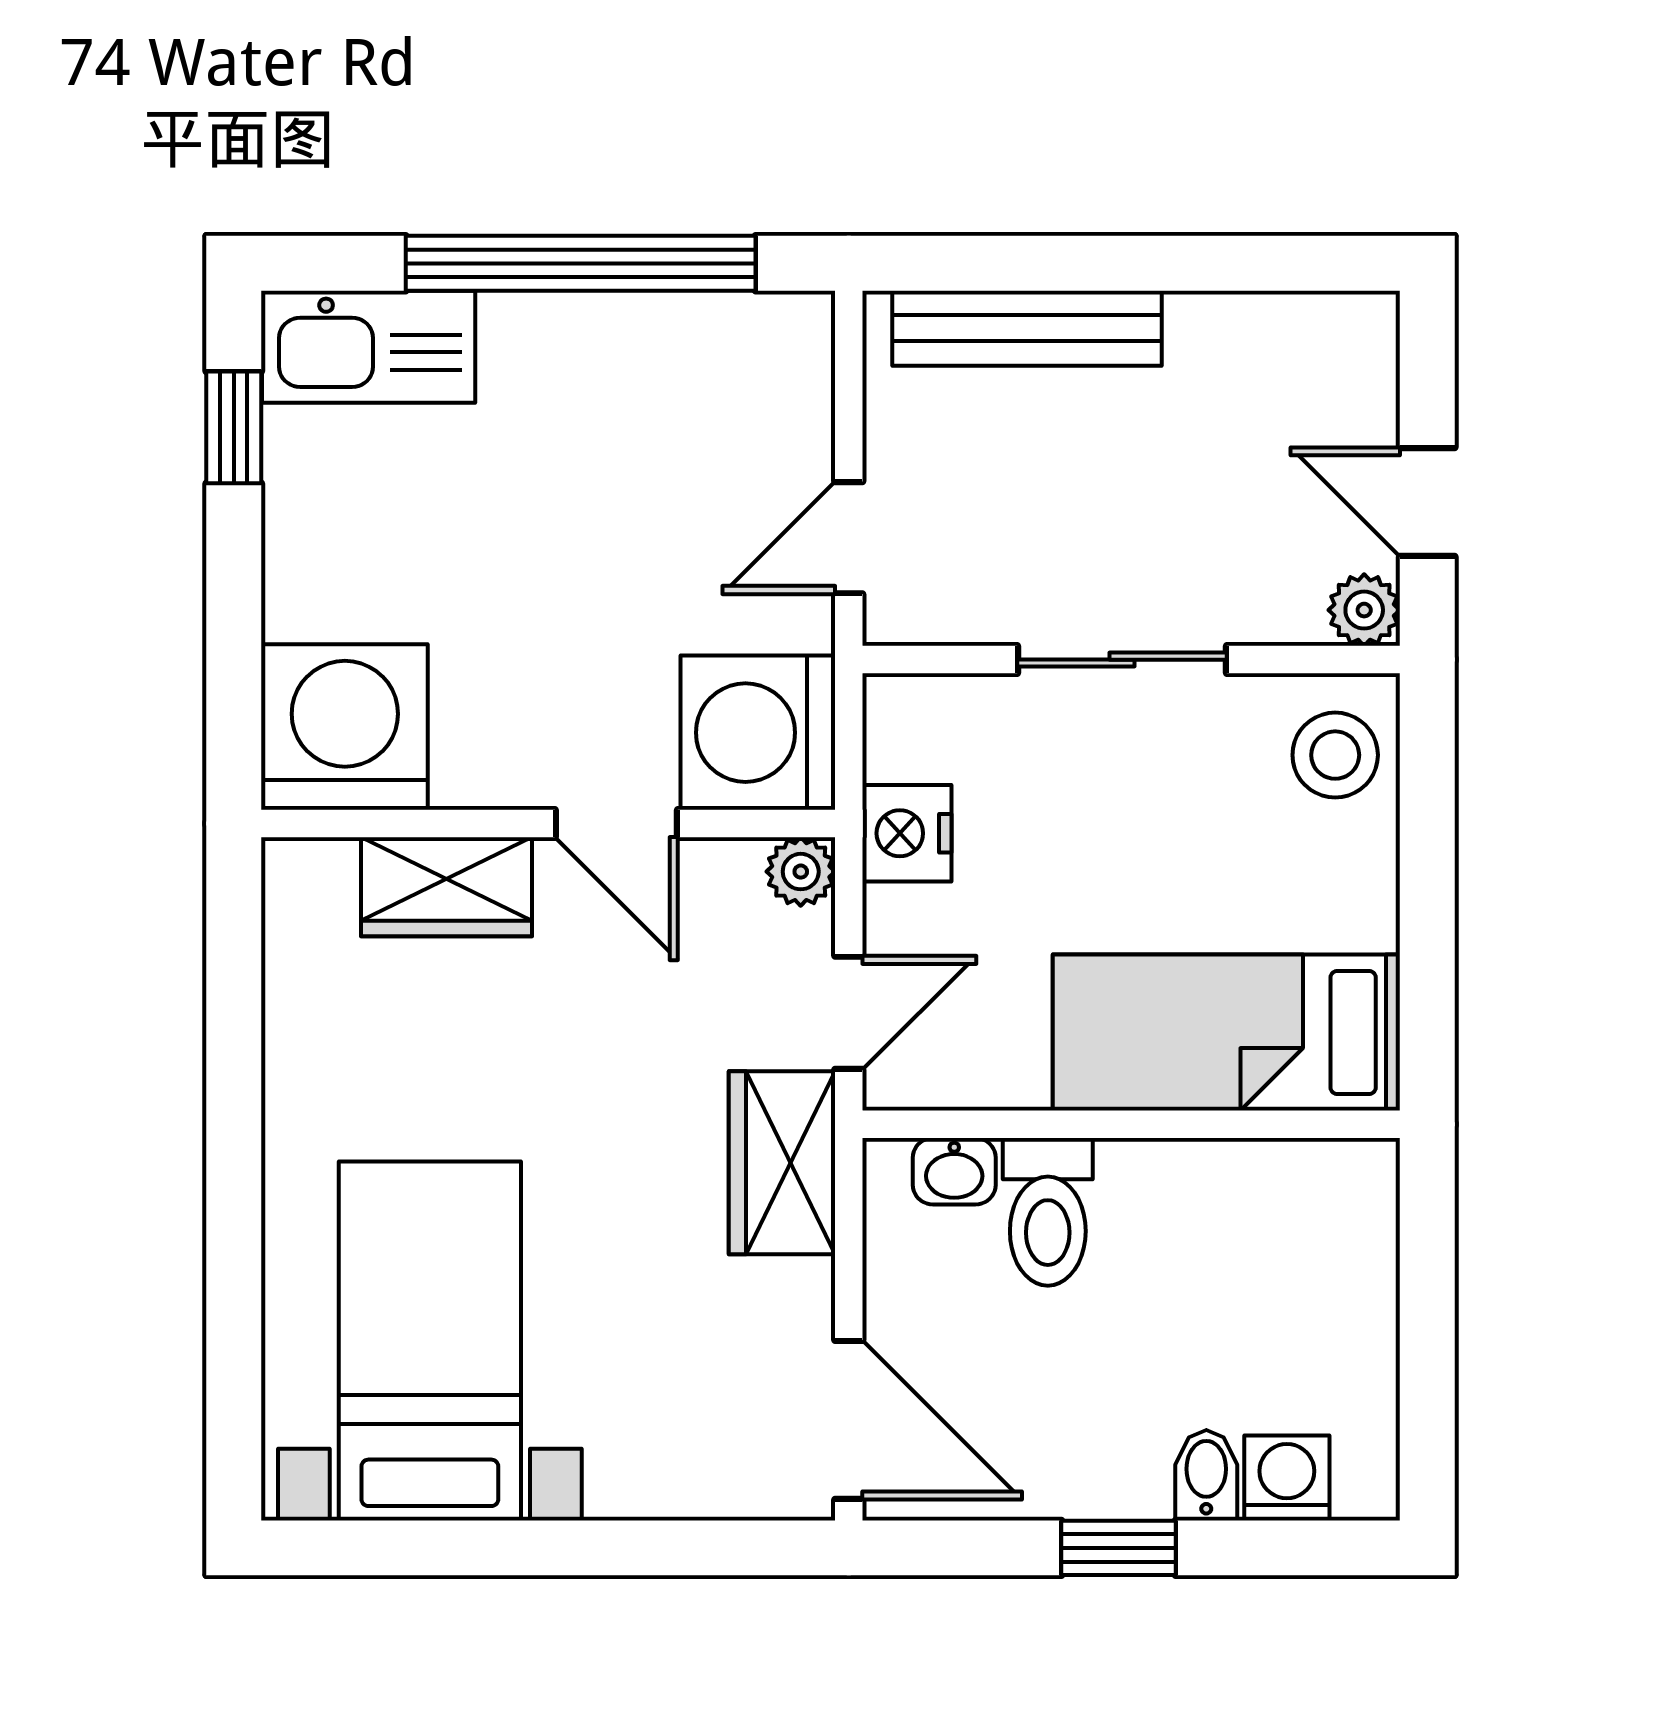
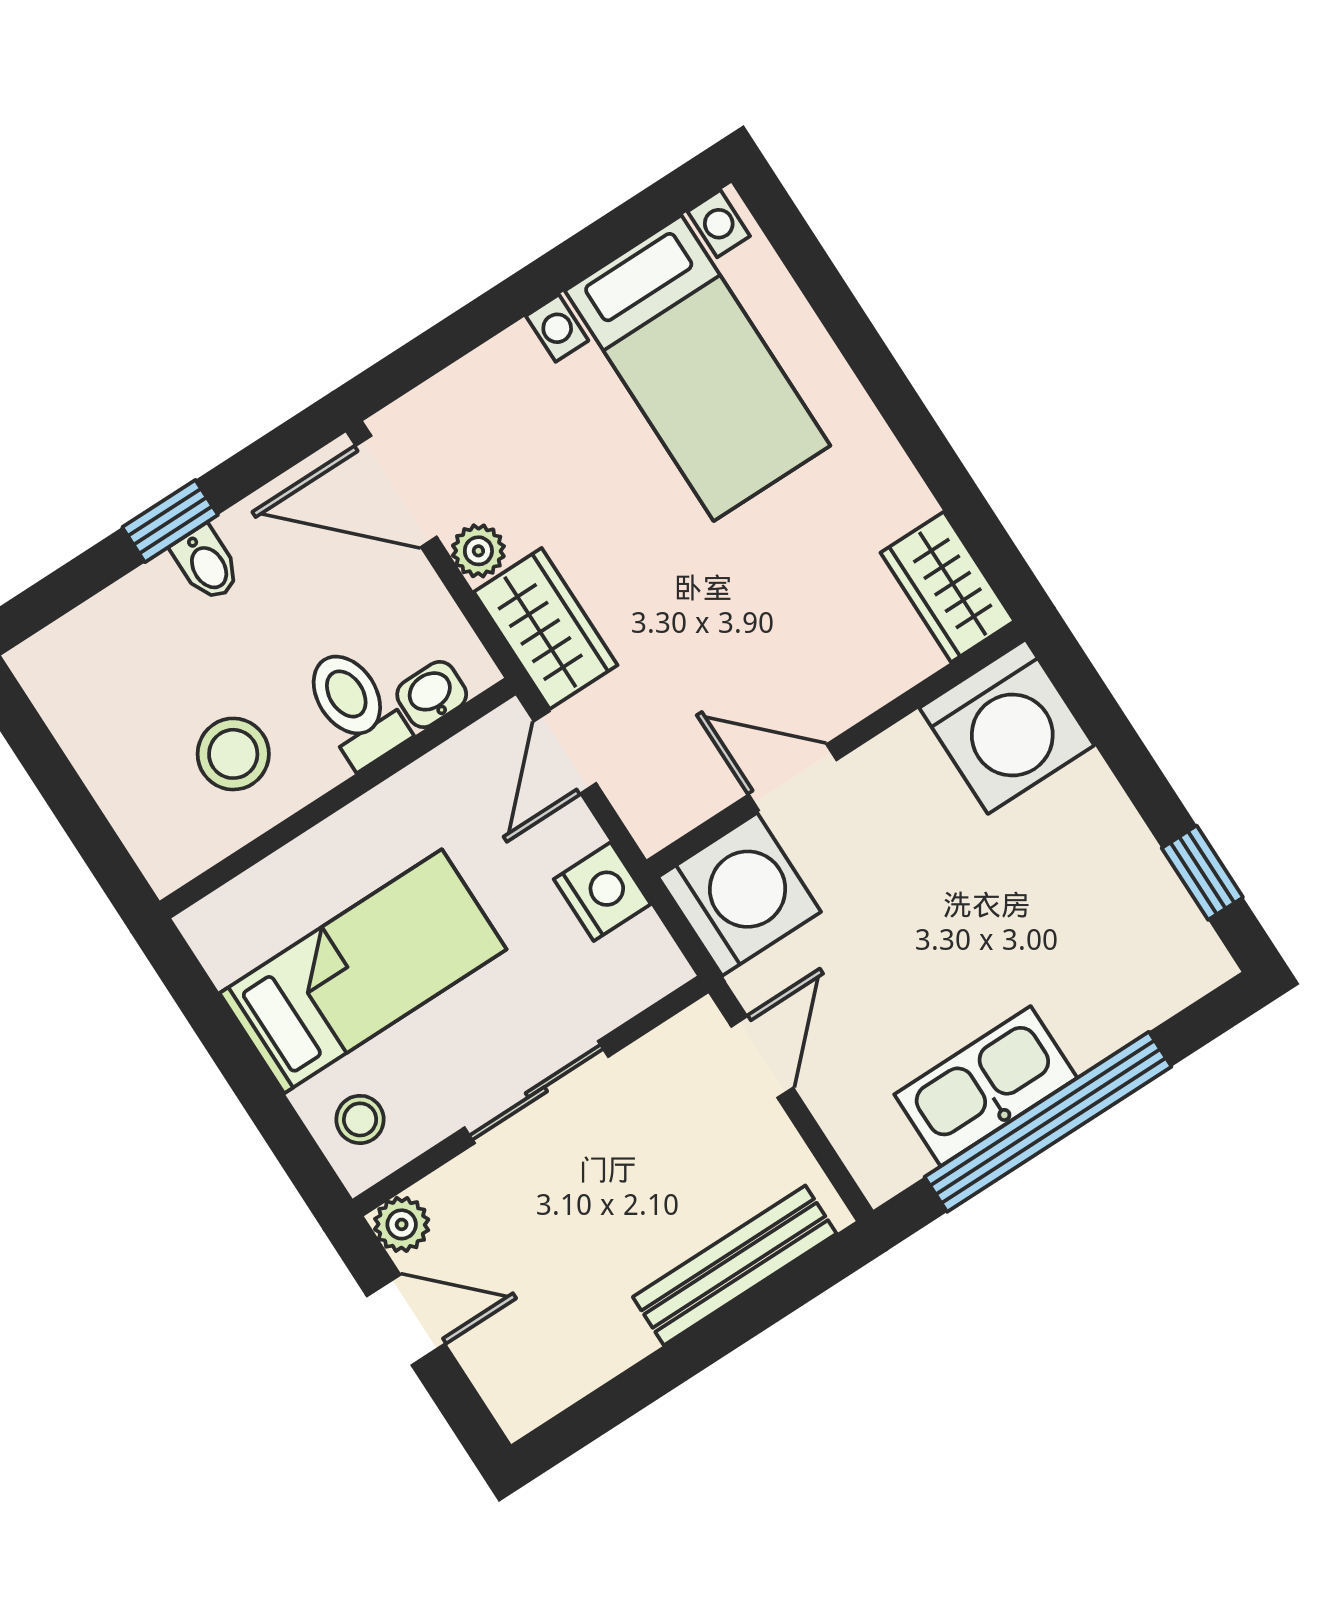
kitchen sink: (369, 347) -> (986, 1086), moved
stool: (1335, 755) -> (360, 1119), width x0.73, depth x0.73
plant: (801, 872) -> (478, 551), moved
wardrobe: (447, 887) -> (947, 587), moved, turned -90
bed: (1226, 1032) -> (363, 971), moved
stool: (1215, 1247) -> (233, 754), added
bidet: (1206, 1475) -> (206, 564), moved
washing machine: (1287, 1478) -> (91, 636), removed

